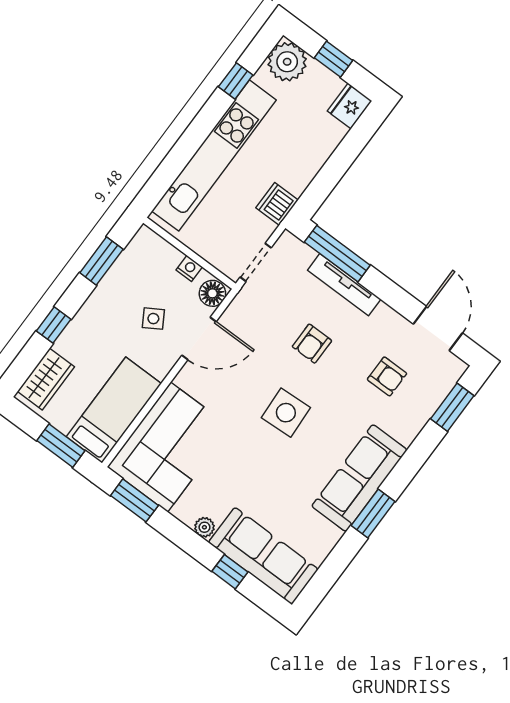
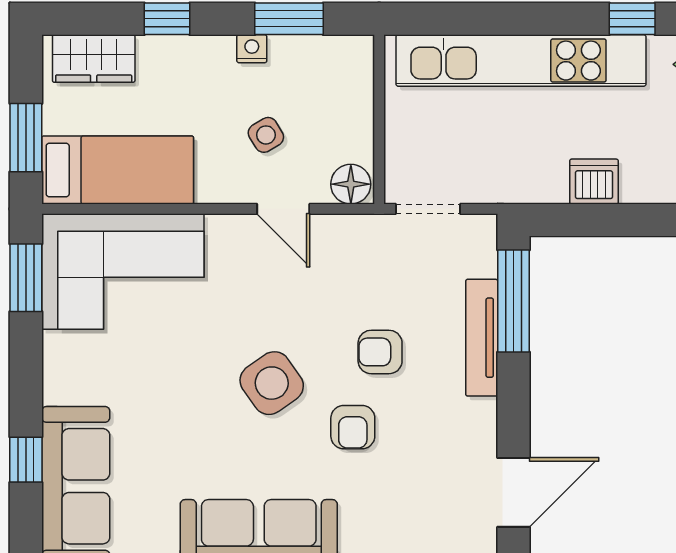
dishwasher: (277, 204) -> (594, 182), moved
nightstand: (189, 268) -> (252, 49), moved, turned -90
door: (199, 338) -> (283, 209), width x0.73
armchair: (387, 376) -> (353, 427), moved
side table: (286, 413) -> (272, 383), turned -32
plant: (204, 527) -> (57, 388), removed

